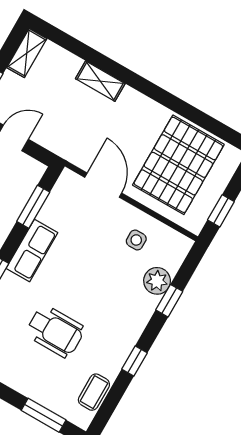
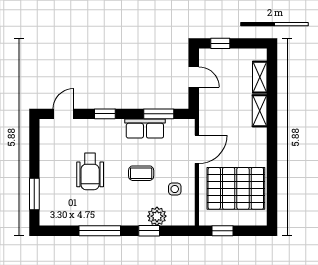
shelving: (27, 53) -> (260, 77), moved, turned 90
row of seats: (32, 250) -> (145, 129), moved
window: (135, 361) -> (100, 231), width x2.17
coffee table: (94, 392) -> (141, 173), moved

